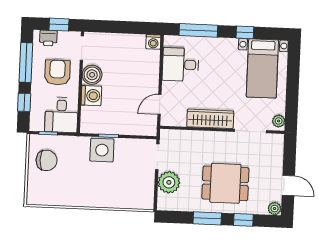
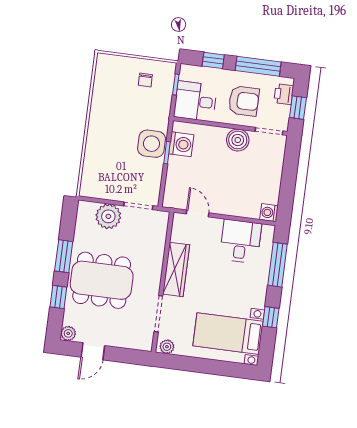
washing machine: (91, 96) -> (181, 144), moved, turned -90
chair: (47, 160) -> (145, 80), width x0.54, depth x0.54
dining table: (225, 183) -> (102, 280), width x1.38

